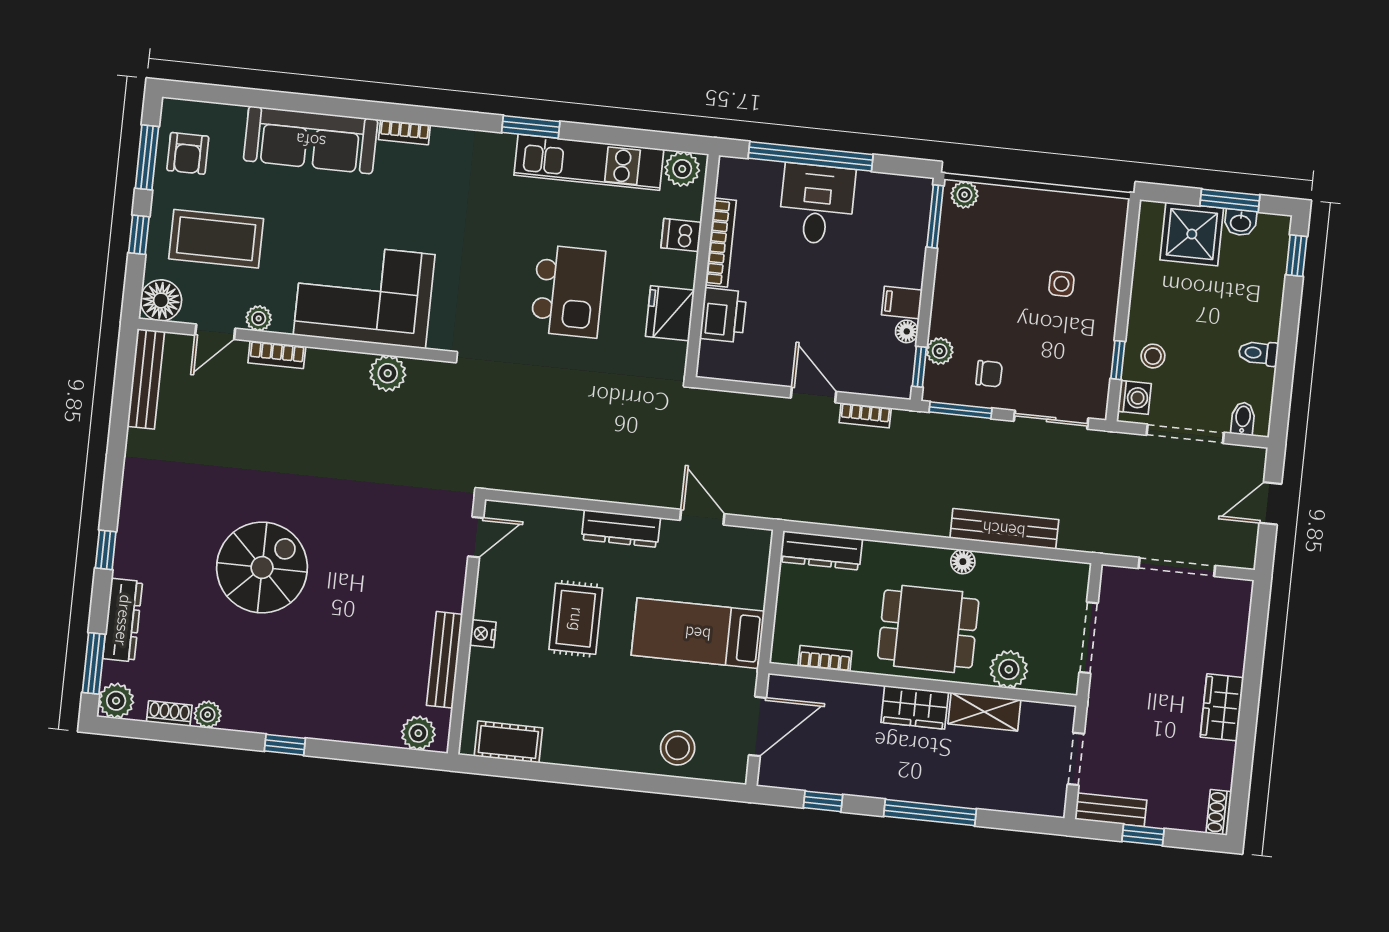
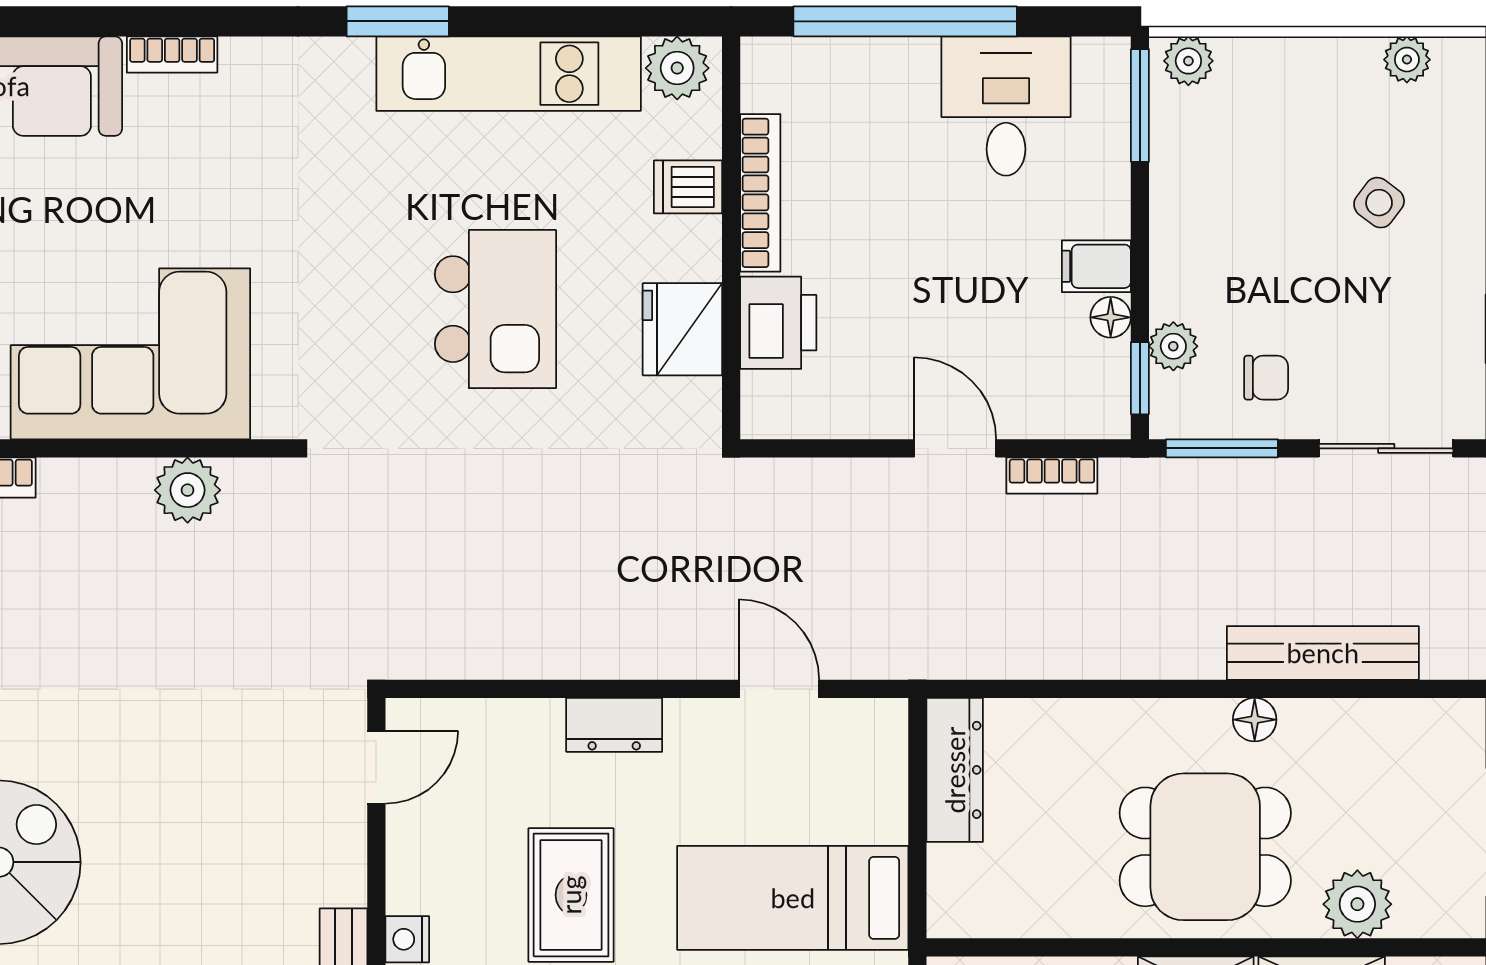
desk: (817, 204) -> (1006, 106), moved
plant: (1085, 207) -> (1407, 60), added
side table: (1061, 284) -> (1379, 203), turned 37
dresser: (621, 529) -> (614, 725), width x0.70
dresser: (821, 550) -> (955, 770), moved, turned -90
bookcase: (825, 659) -> (1026, 919), removed

